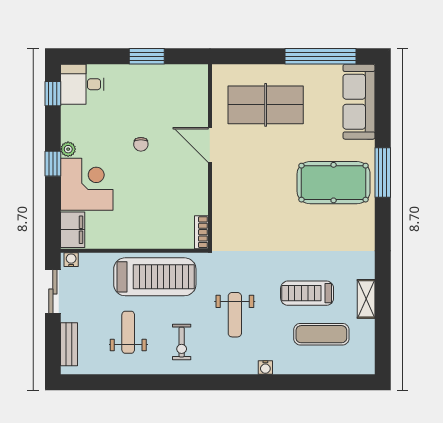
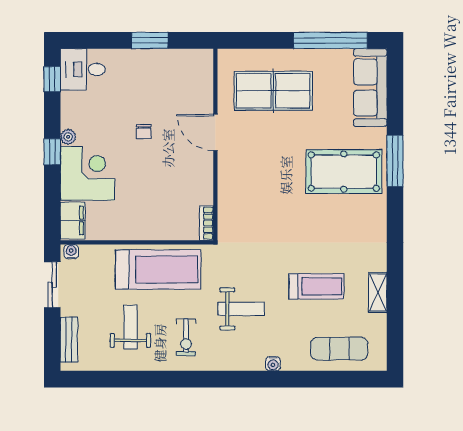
treadmill: (307, 293) -> (316, 286), turned 180
weight bench: (235, 315) -> (241, 309), turned -90
exercise mat: (321, 334) -> (339, 349), moved

